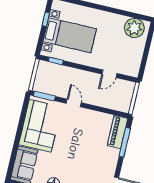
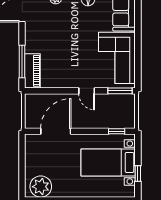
door: (109, 74) -> (56, 131), width x1.88

